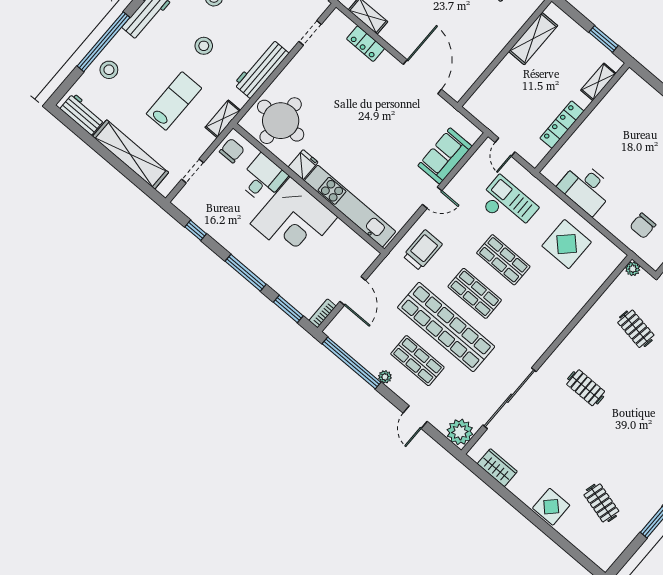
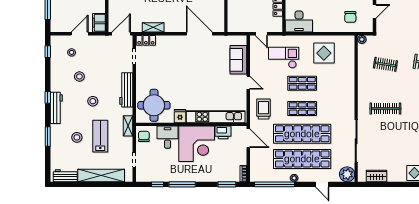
window: (104, 42) -> (48, 137), width x0.47
locker: (366, 44) -> (146, 40), moved
stool: (109, 70) -> (77, 137), moved
desk: (586, 188) -> (299, 22), moved
door: (432, 198) -> (248, 83), hinge flipped
printer: (342, 235) -> (223, 132), added
window: (246, 273) -> (182, 184), moved
door: (353, 291) -> (248, 138), moved
shop shelf: (417, 361) -> (302, 159), width x2.00, depth x1.36
clothes rail: (586, 388) -> (385, 109), width x1.36

